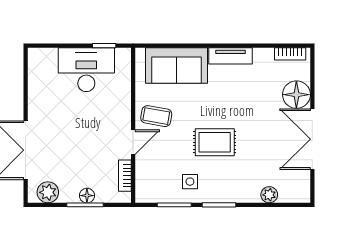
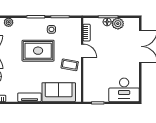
desk: (86, 70) -> (124, 90), moved
door: (133, 142) -> (82, 51), swing flipped
rug: (215, 142) -> (38, 51), width x1.36, depth x1.43
plant: (48, 192) -> (118, 24), moved

